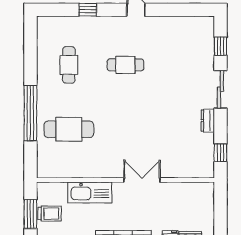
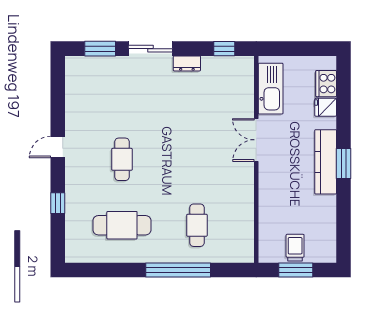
window: (220, 46) -> (100, 49), width x1.50
cafe table: (69, 65) -> (122, 225), width x1.37, depth x1.35
cafe table: (69, 129) -> (197, 225), width x0.73, depth x0.74
kitchen sink: (90, 192) -> (271, 89), moved

